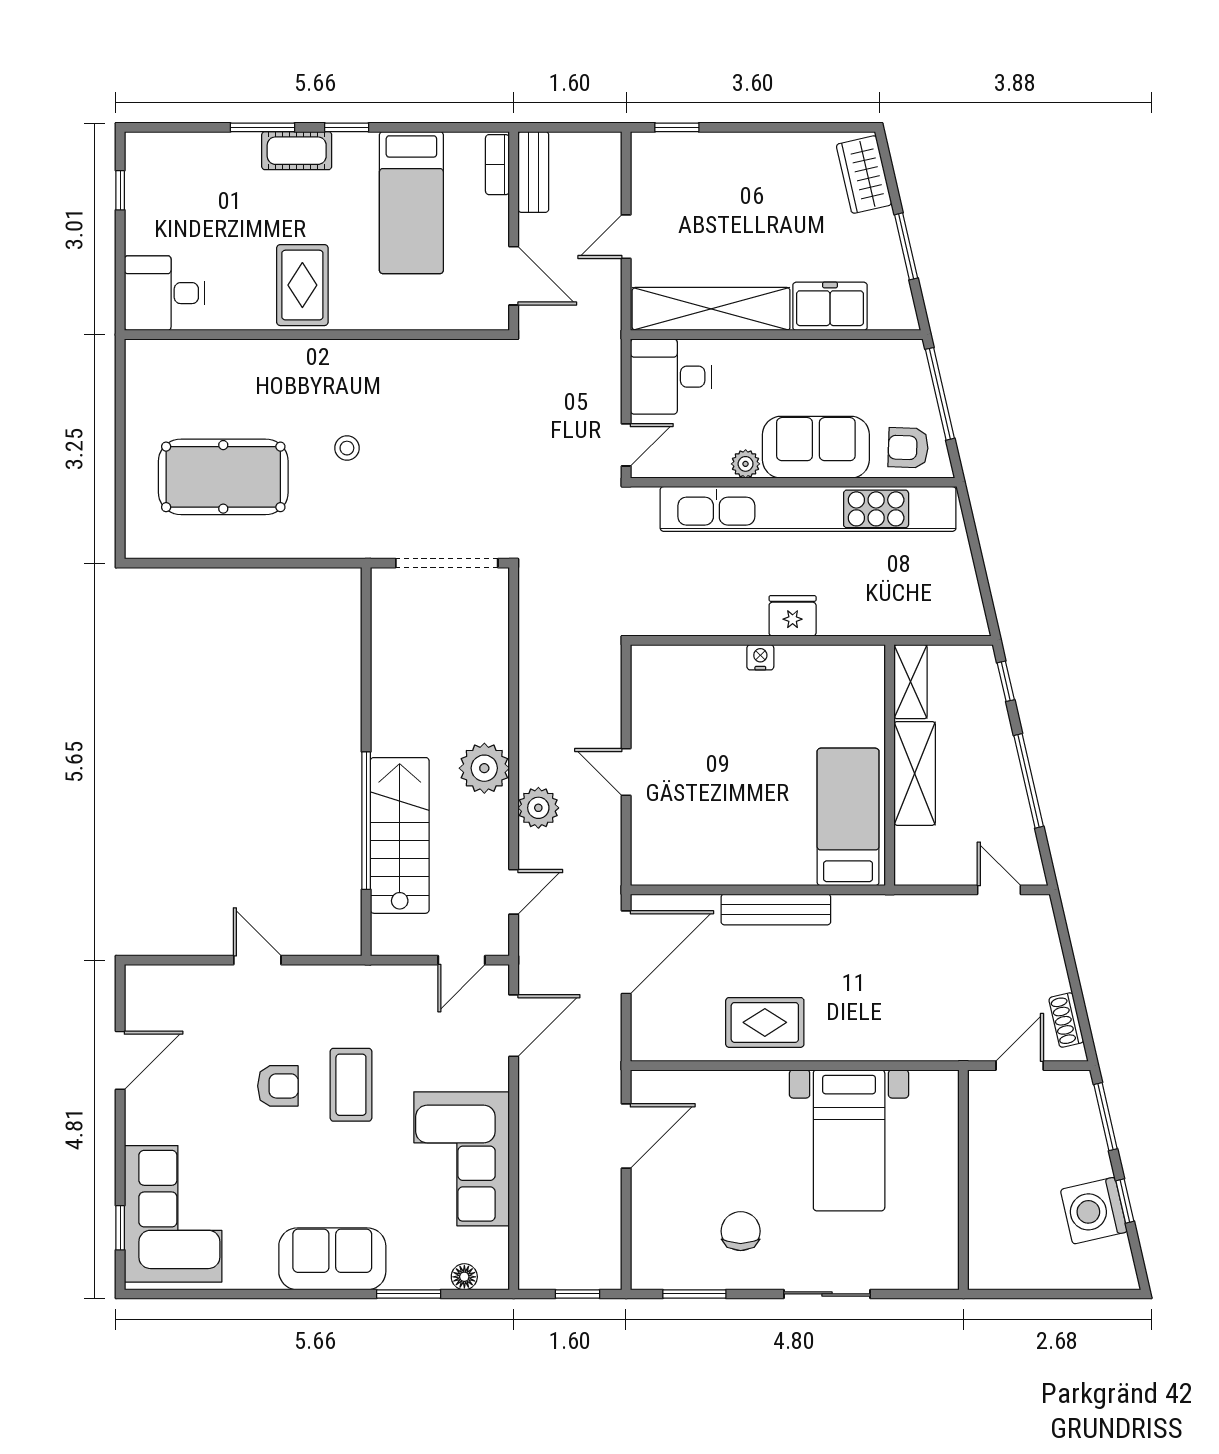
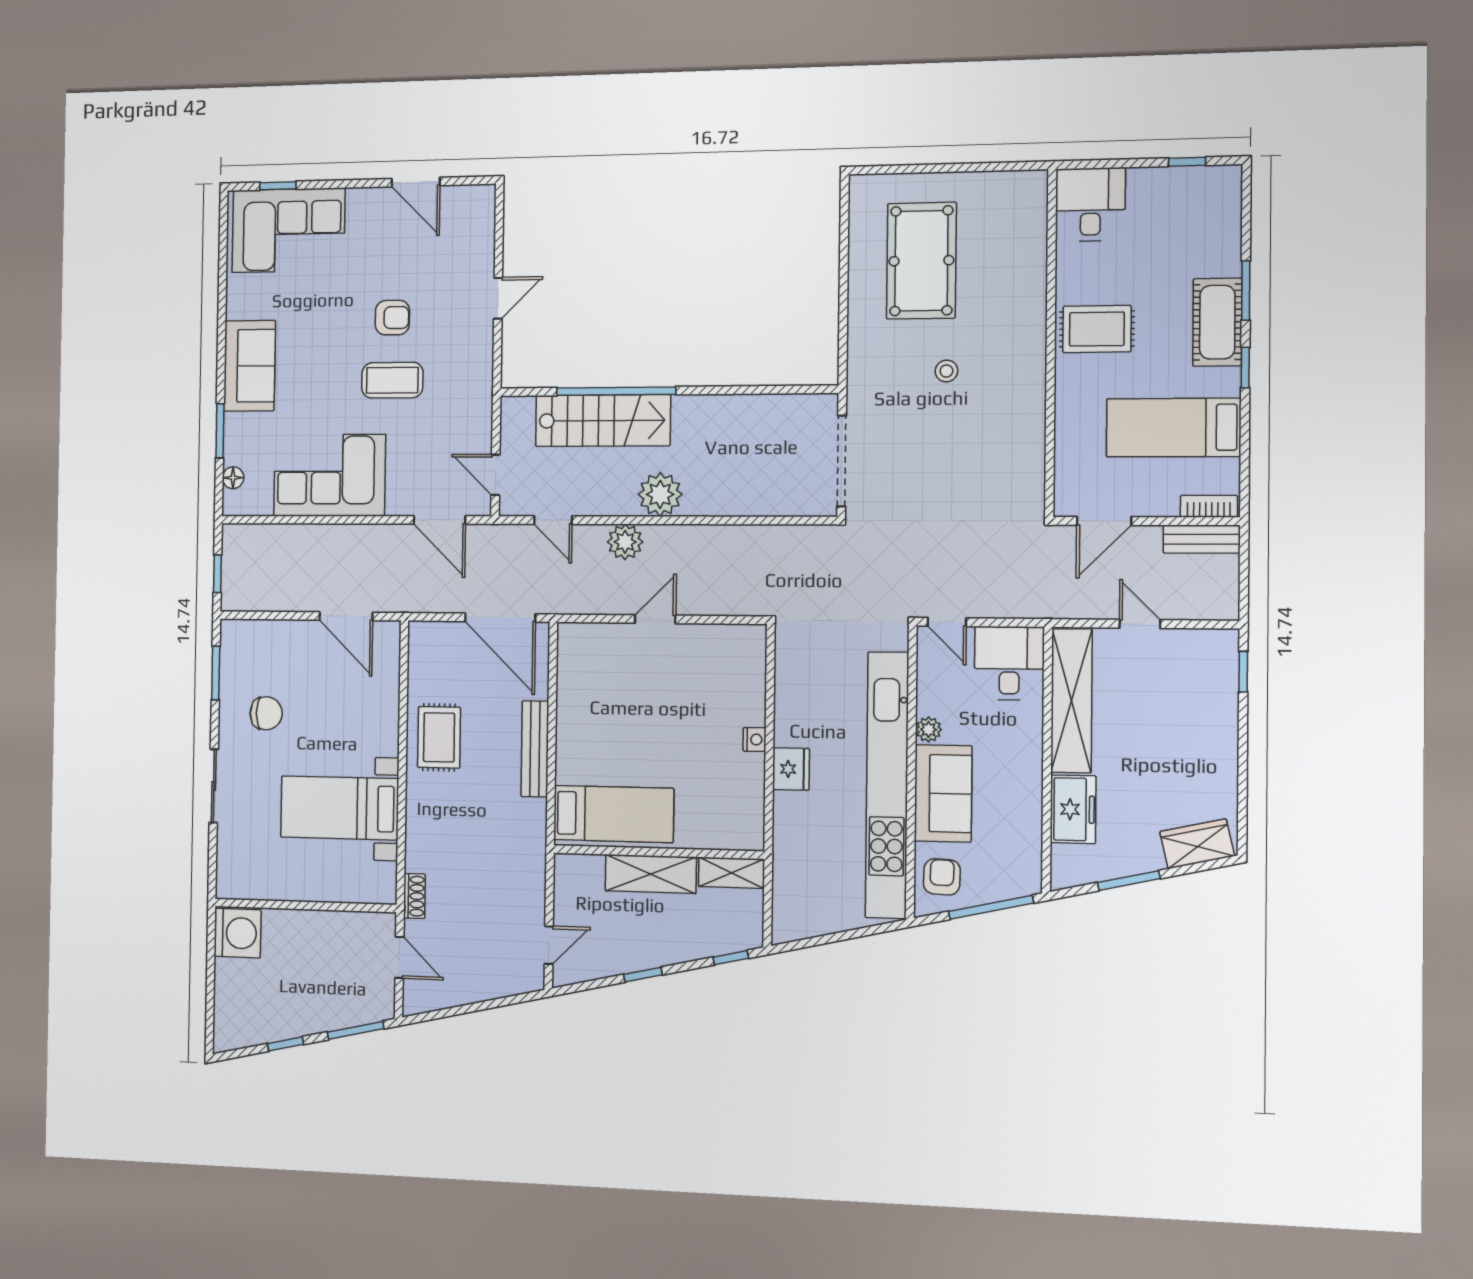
cot: (297, 151) -> (1217, 322), width x1.37, depth x1.34
window: (1029, 781) -> (643, 975), width x0.46
shoe rack: (1066, 1020) -> (414, 896), moved, turned 103
armchair: (278, 1086) -> (392, 318), turned -90
washing machine: (1094, 1211) -> (238, 933), moved, turned 103

